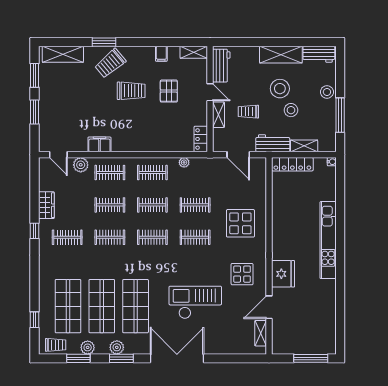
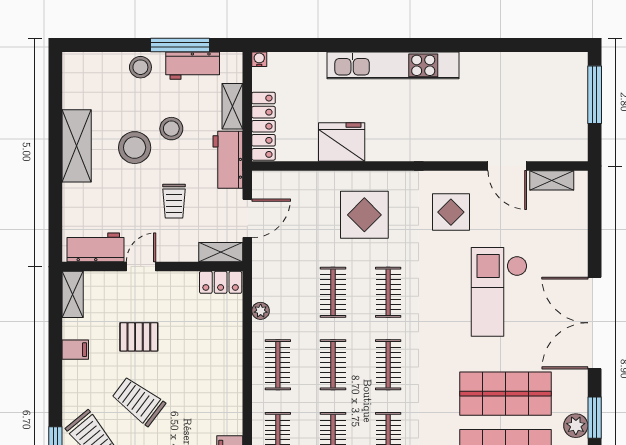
workbench: (319, 54) -> (193, 66), moved, turned 90
trolley: (131, 91) -> (138, 401), turned -53
shelving: (219, 115) -> (221, 252), moved
fridge: (283, 274) -> (342, 142), moved

